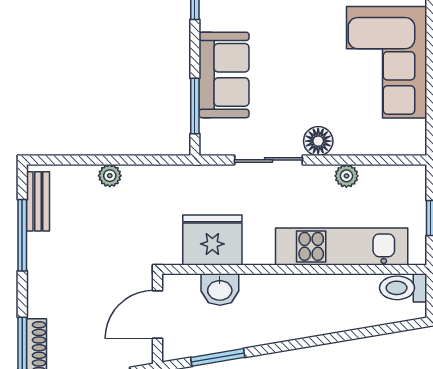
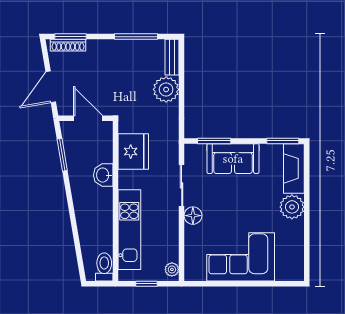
plant: (110, 176) -> (166, 89), width x1.87, depth x1.87
plant: (346, 176) -> (172, 269), moved
bench: (38, 201) -> (172, 57), moved, turned 90
washbasin: (220, 289) -> (103, 175), moved

